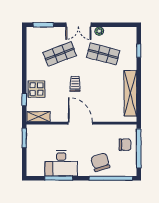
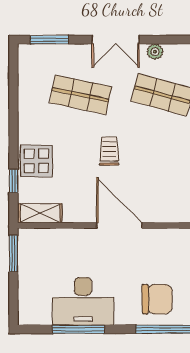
shop shelf: (60, 54) -> (81, 95), turned 33
chair: (100, 162) -> (157, 299), turned 106

